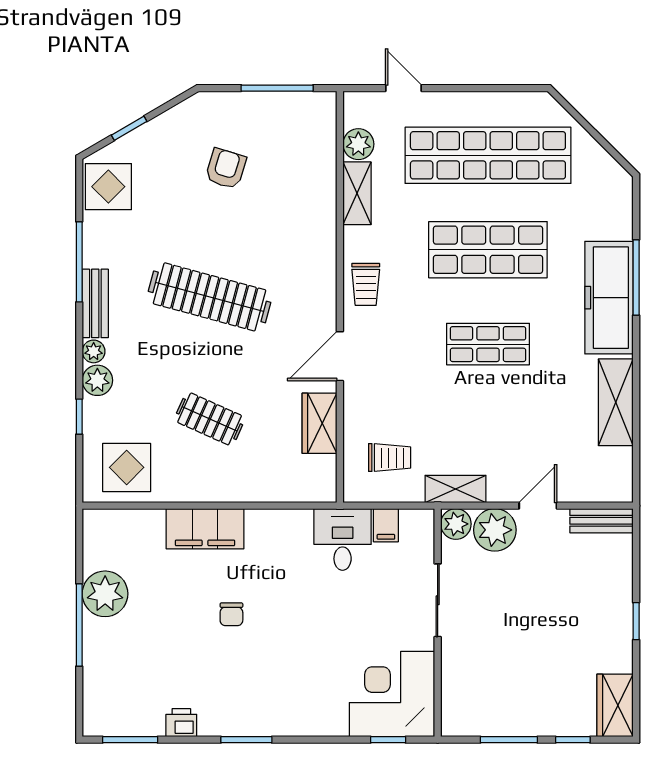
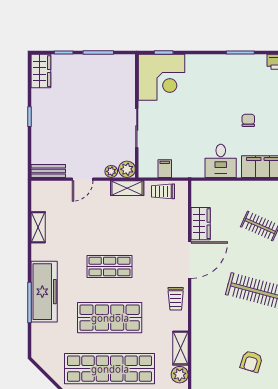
trolley: (366, 284) -> (176, 299), turned 180
door: (340, 356) -> (190, 260), width x1.36
shelving: (616, 402) -> (38, 227), width x0.67, depth x0.75
trolley: (390, 458) -> (163, 191), moved
plant: (495, 530) -> (111, 171), width x0.53, depth x0.53
desk: (343, 539) -> (221, 161), moved

